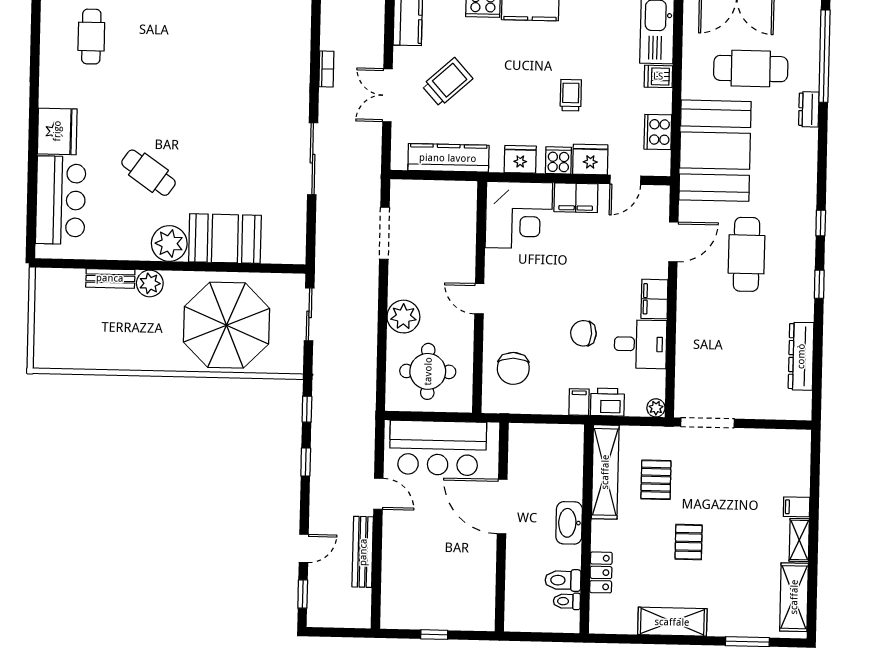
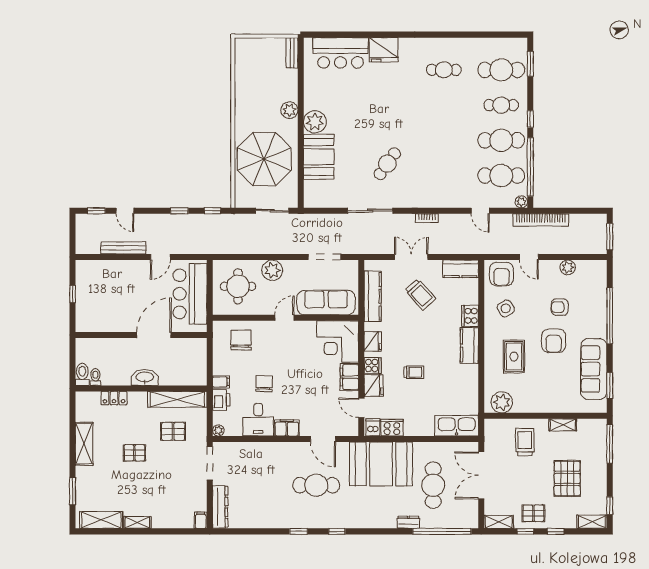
dishwasher: (658, 76) -> (373, 427), moved
cafe table: (149, 173) -> (387, 164), moved
sofa: (457, 232) -> (326, 302), added
bench: (110, 278) -> (292, 53), moved
dresser: (801, 356) -> (220, 507), moved, turned 90
chair: (513, 368) -> (241, 340), turned 90
filing cabinet: (797, 507) -> (201, 520), moved
toilet: (563, 580) -> (82, 374), moved

